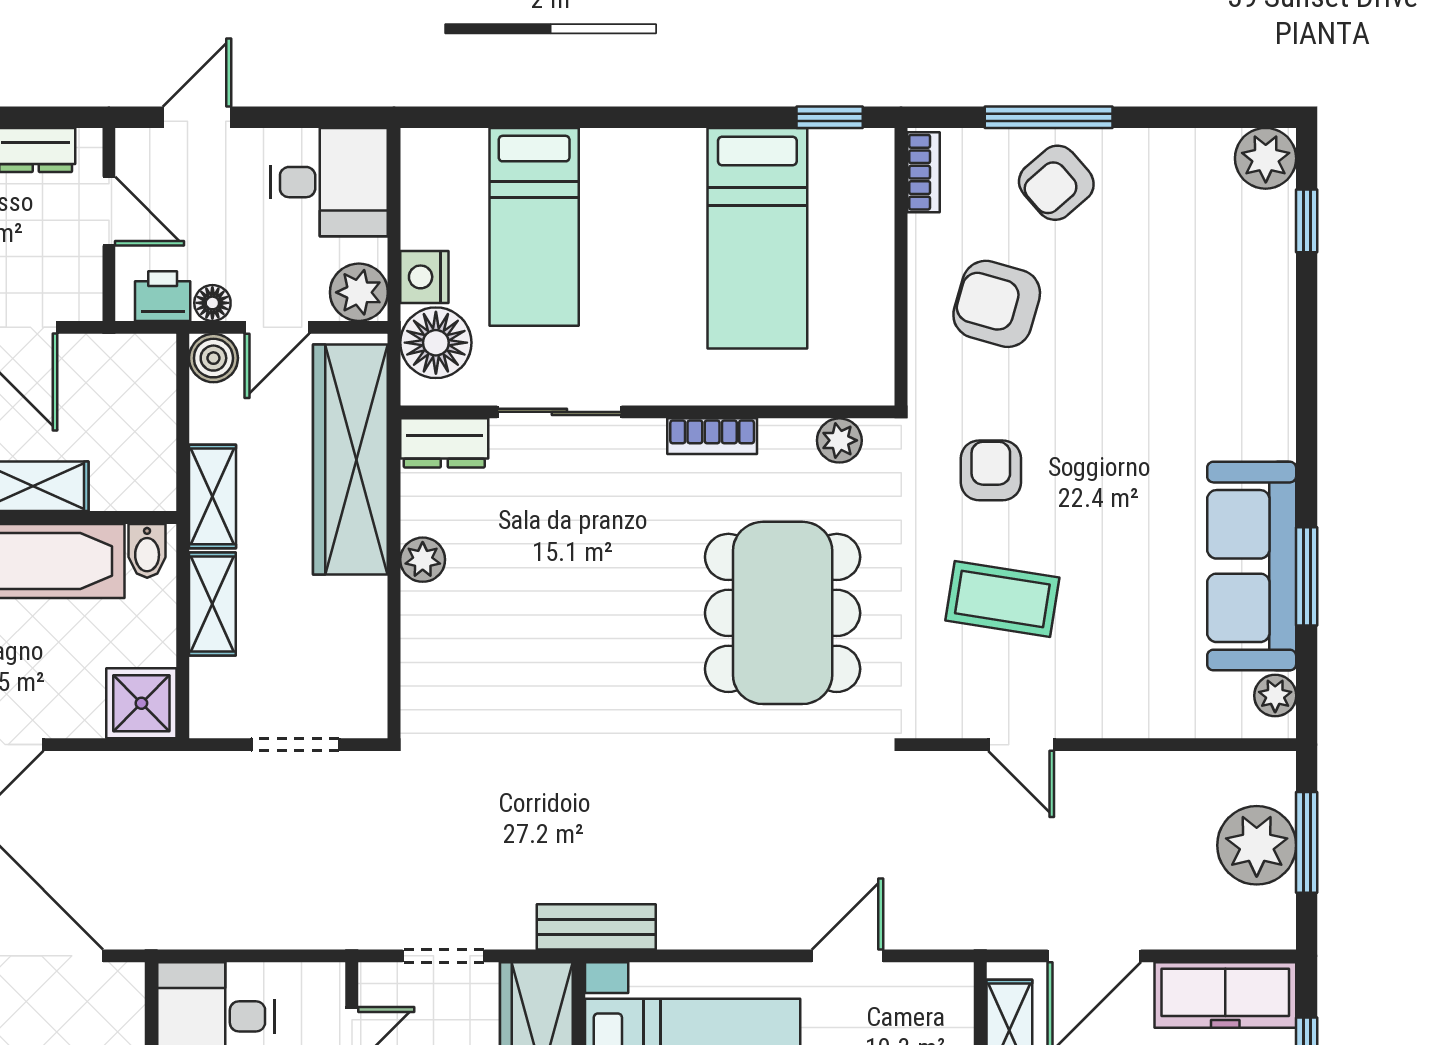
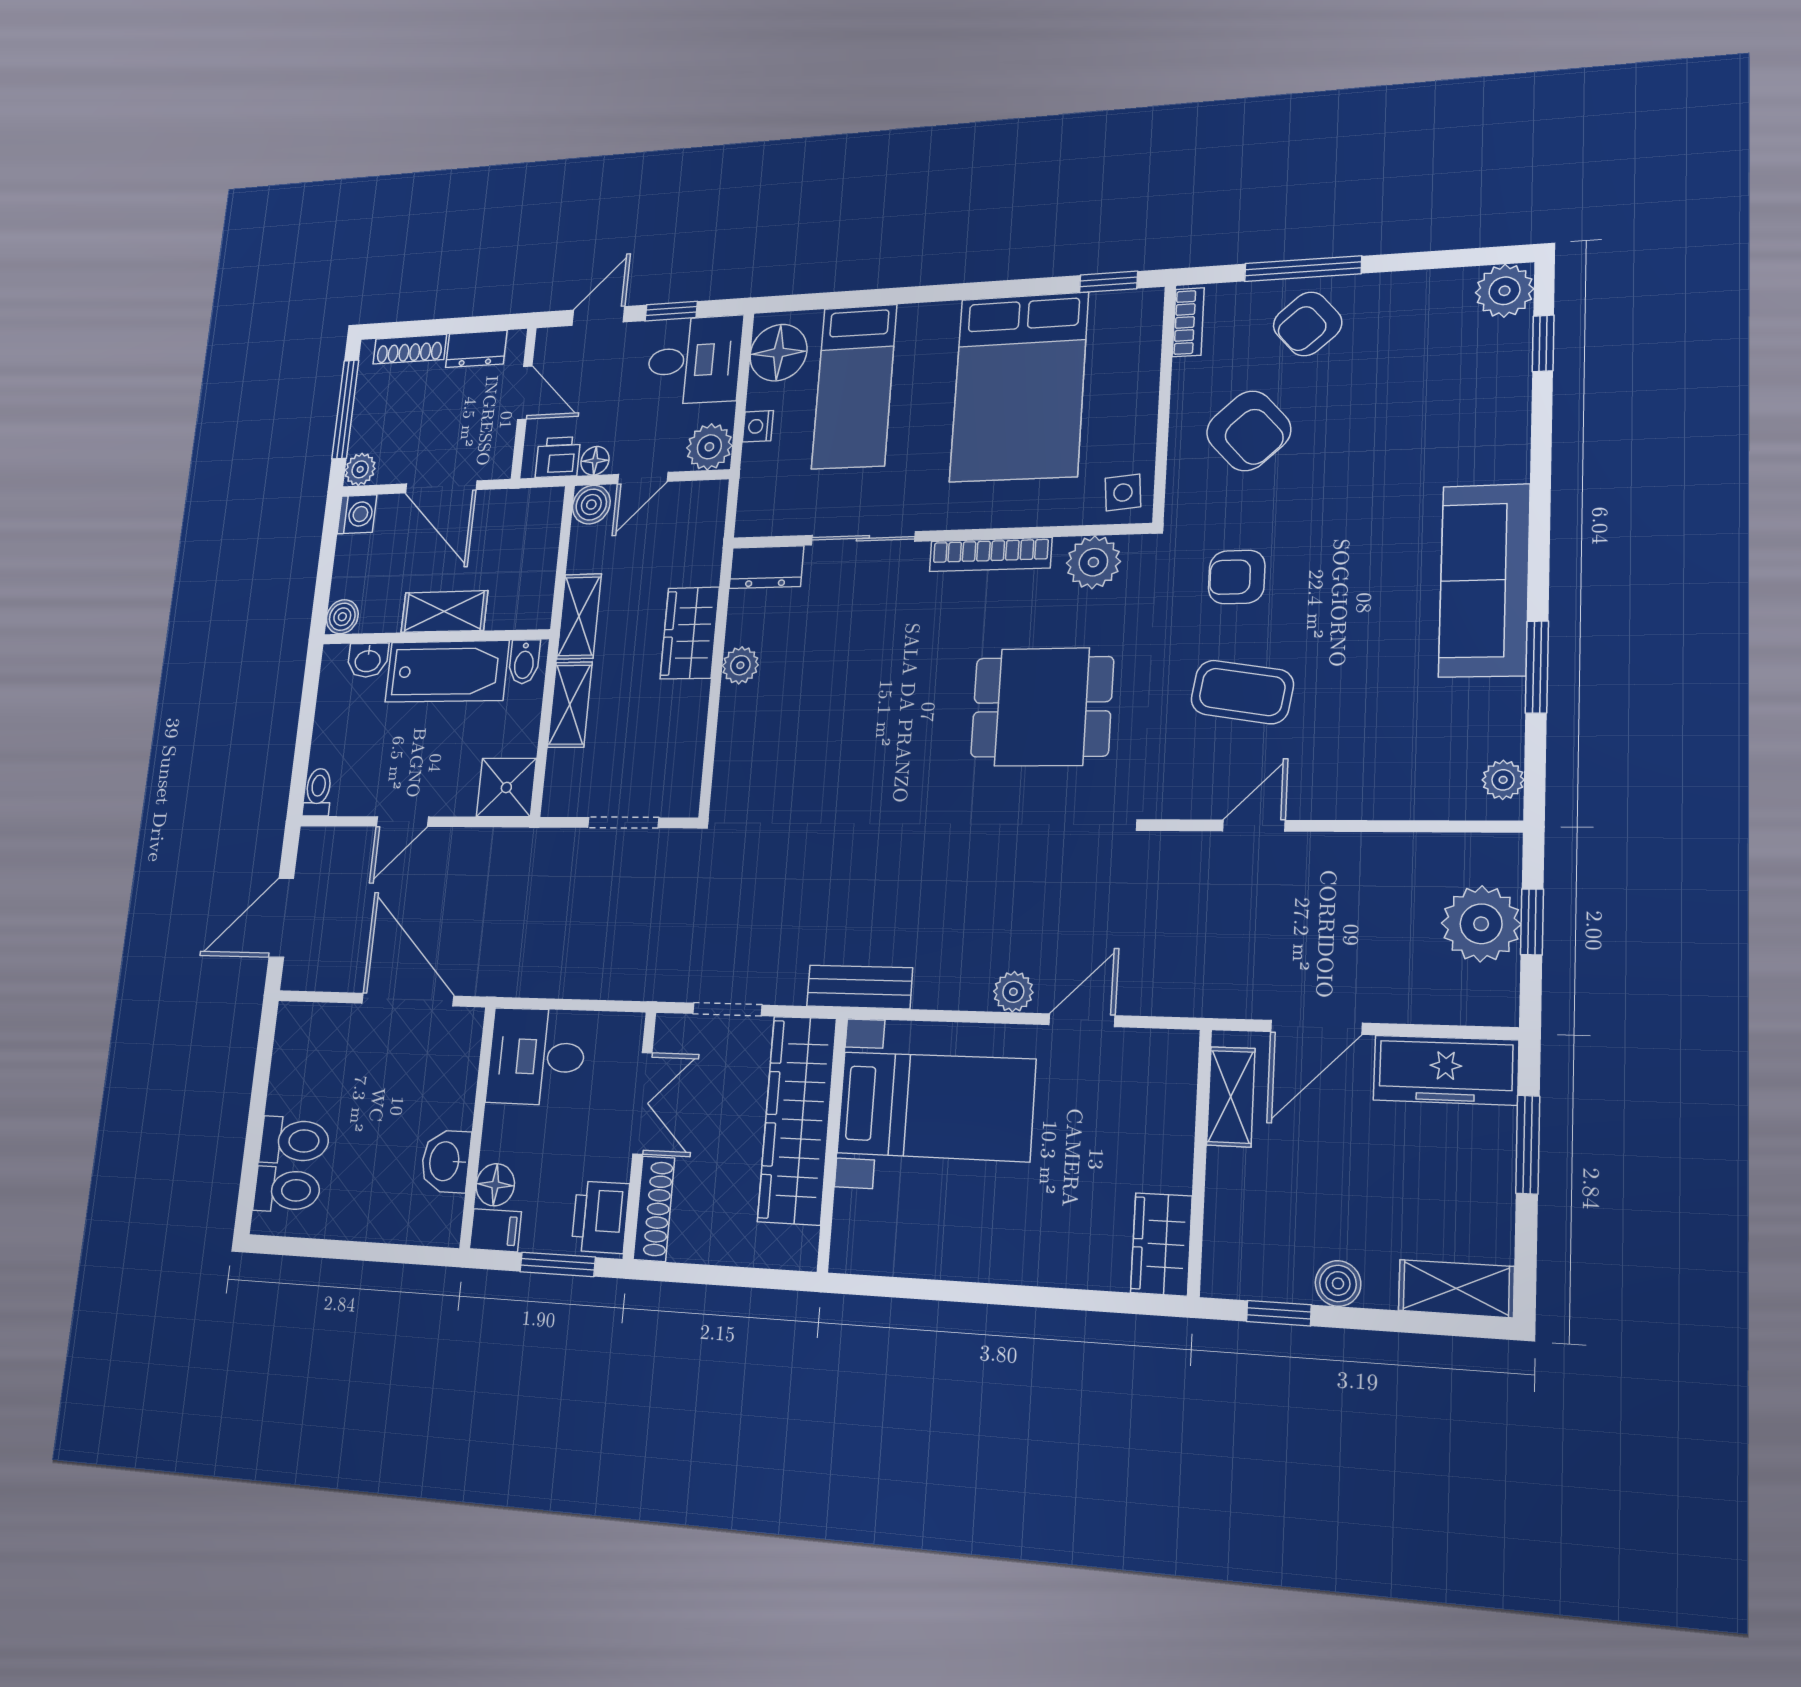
window: (293, 117) -> (671, 311), added
bed: (757, 238) -> (1019, 387), width x1.50
nightstand: (424, 277) -> (758, 426), width x0.72, depth x0.74
armchair: (997, 304) -> (1249, 431), turned -148
floor lamp: (436, 343) -> (778, 353), moved
side table: (860, 369) -> (1123, 493), added
bookcase: (712, 436) -> (990, 555), width x1.56
plant: (839, 440) -> (1093, 562), width x1.38, depth x1.38
wardrobe: (350, 459) -> (690, 633), width x0.48, depth x0.85
armchair: (991, 470) -> (1237, 577), turned -90
sofa: (1252, 566) -> (1484, 580), moved
dining table: (783, 613) -> (1042, 707), width x0.73
door: (1021, 745) -> (1254, 826), swing flipped
window: (1307, 842) -> (1532, 922), width x0.67
plant: (771, 928) -> (1013, 992), added

